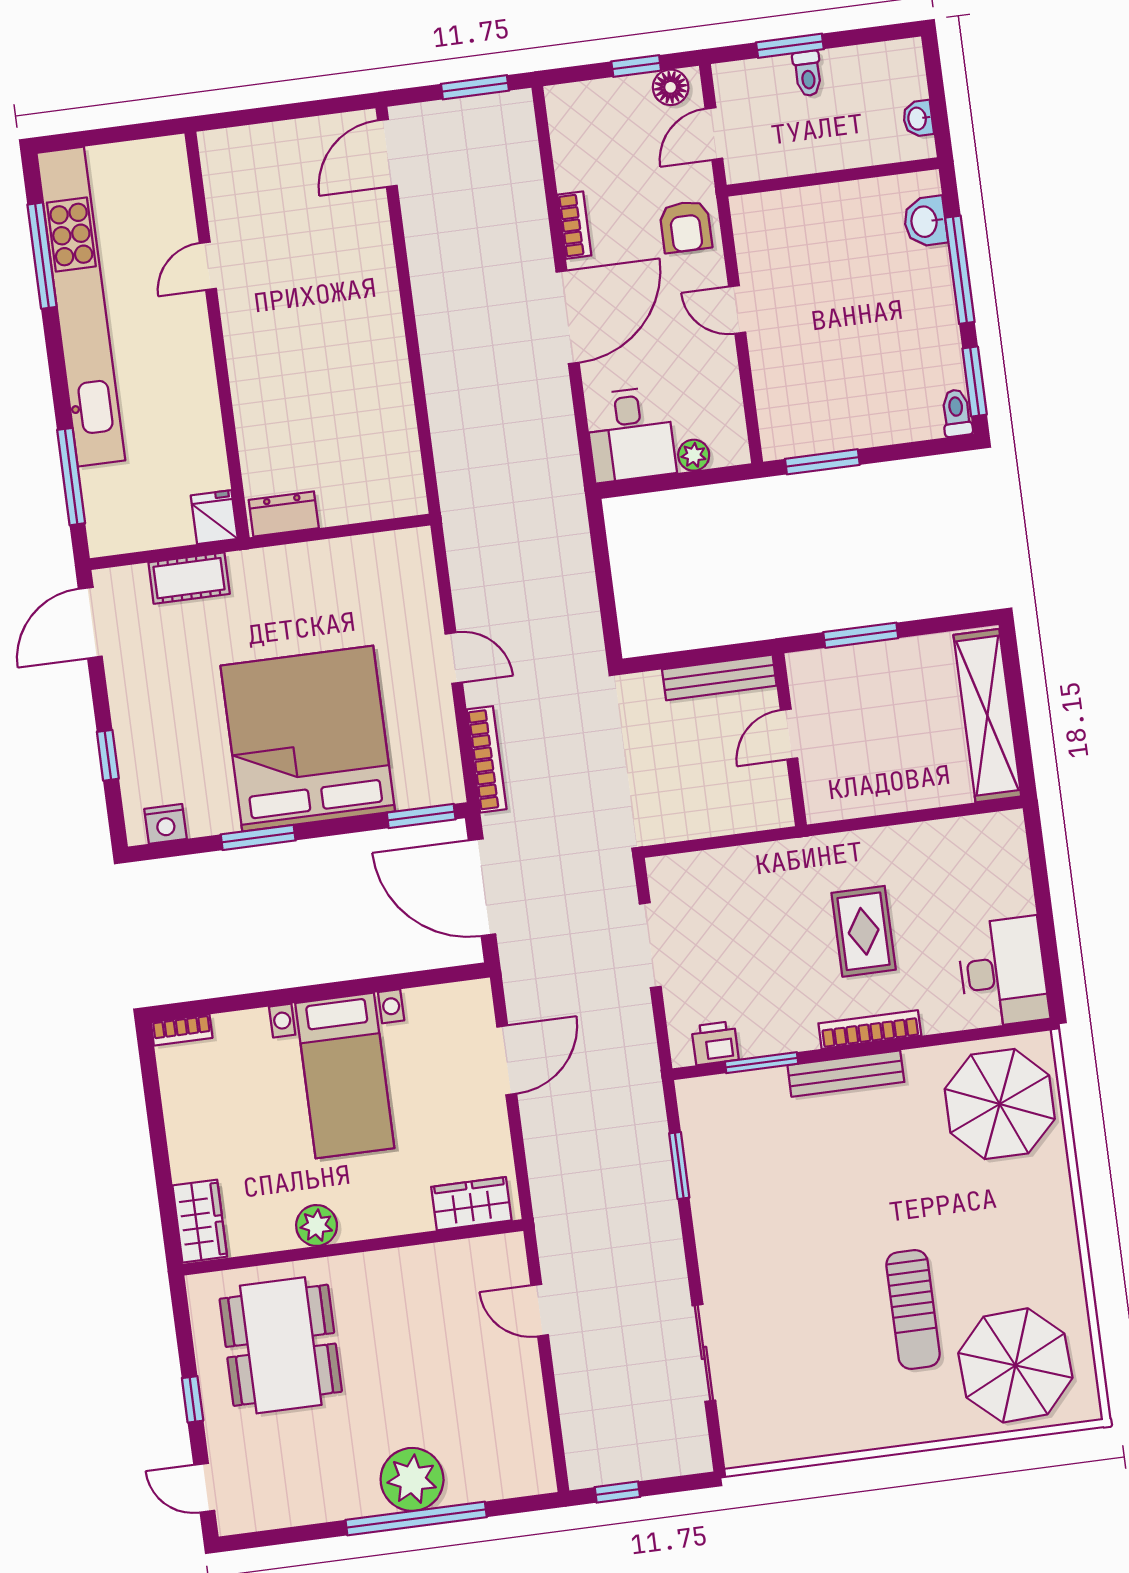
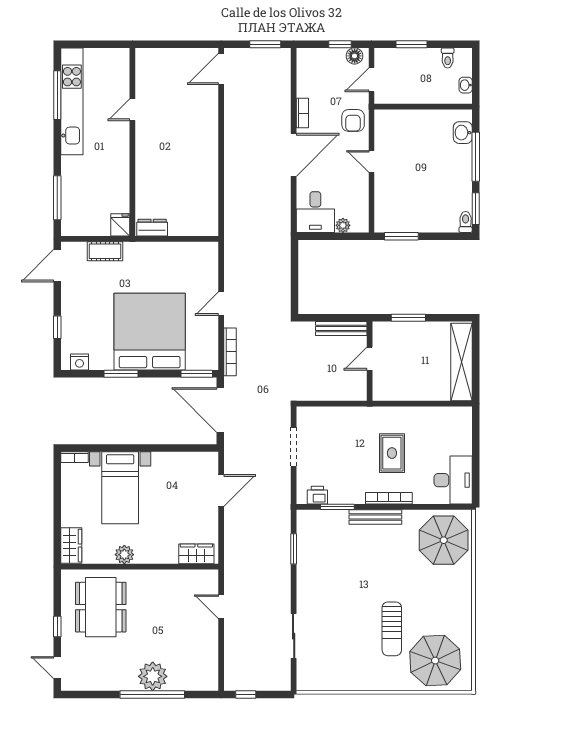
toilet: (808, 73) -> (448, 58), moved
kitchen unit: (81, 307) -> (72, 101), width x0.73
door: (454, 658) -> (221, 304), swing flipped
bed with nightstands: (345, 1076) -> (120, 488), moved

